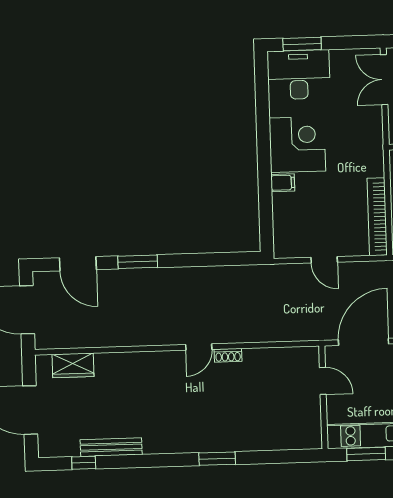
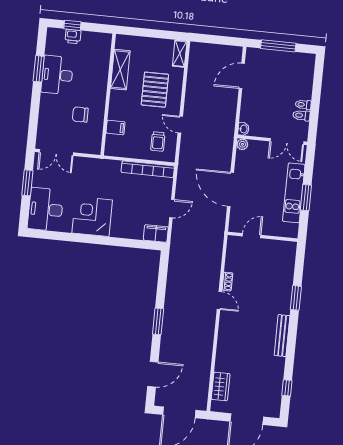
window: (302, 44) -> (27, 183), moved
filing cabinet: (283, 183) -> (156, 233), moved, width x2.00
window: (138, 262) -> (158, 321), moved
door: (323, 381) -> (252, 236), moved
wall: (323, 397) -> (263, 237), moved
bench: (111, 447) -> (282, 336), moved

